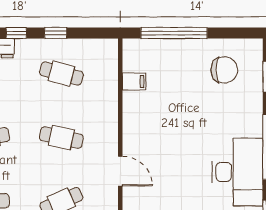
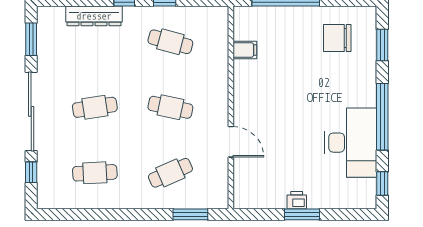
chair: (224, 70) -> (337, 38), turned 180

